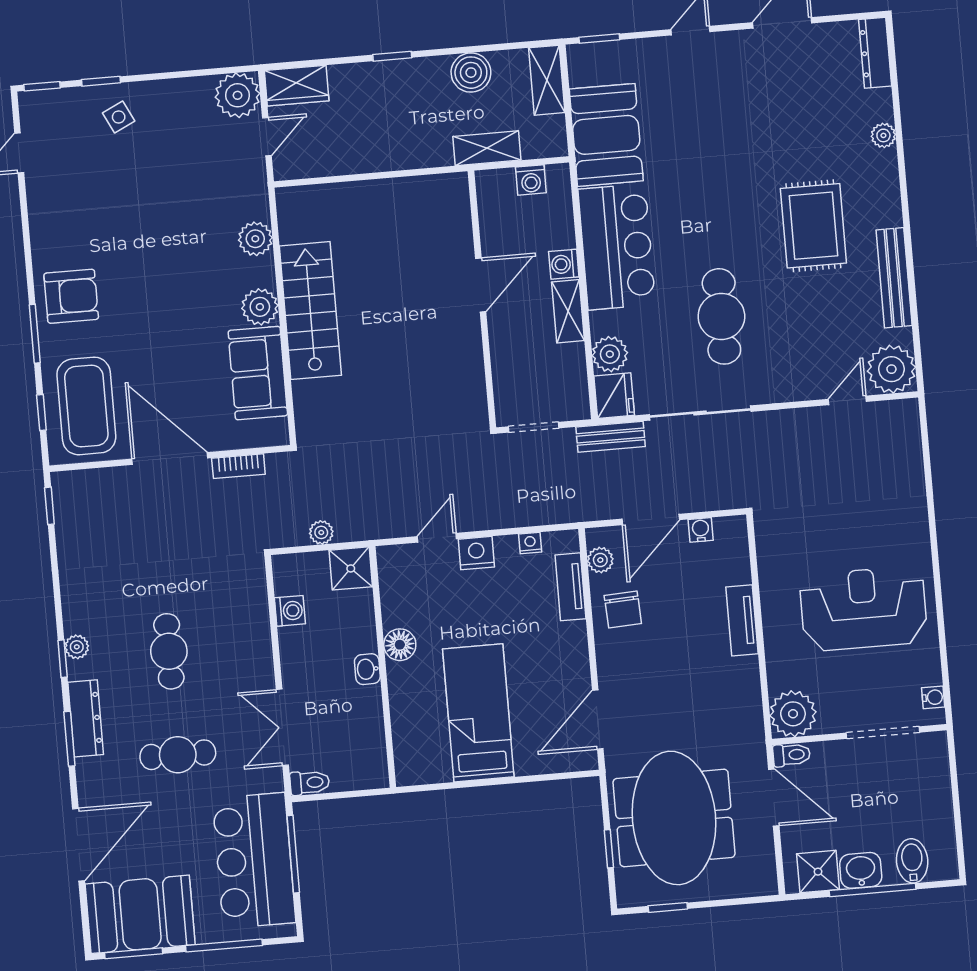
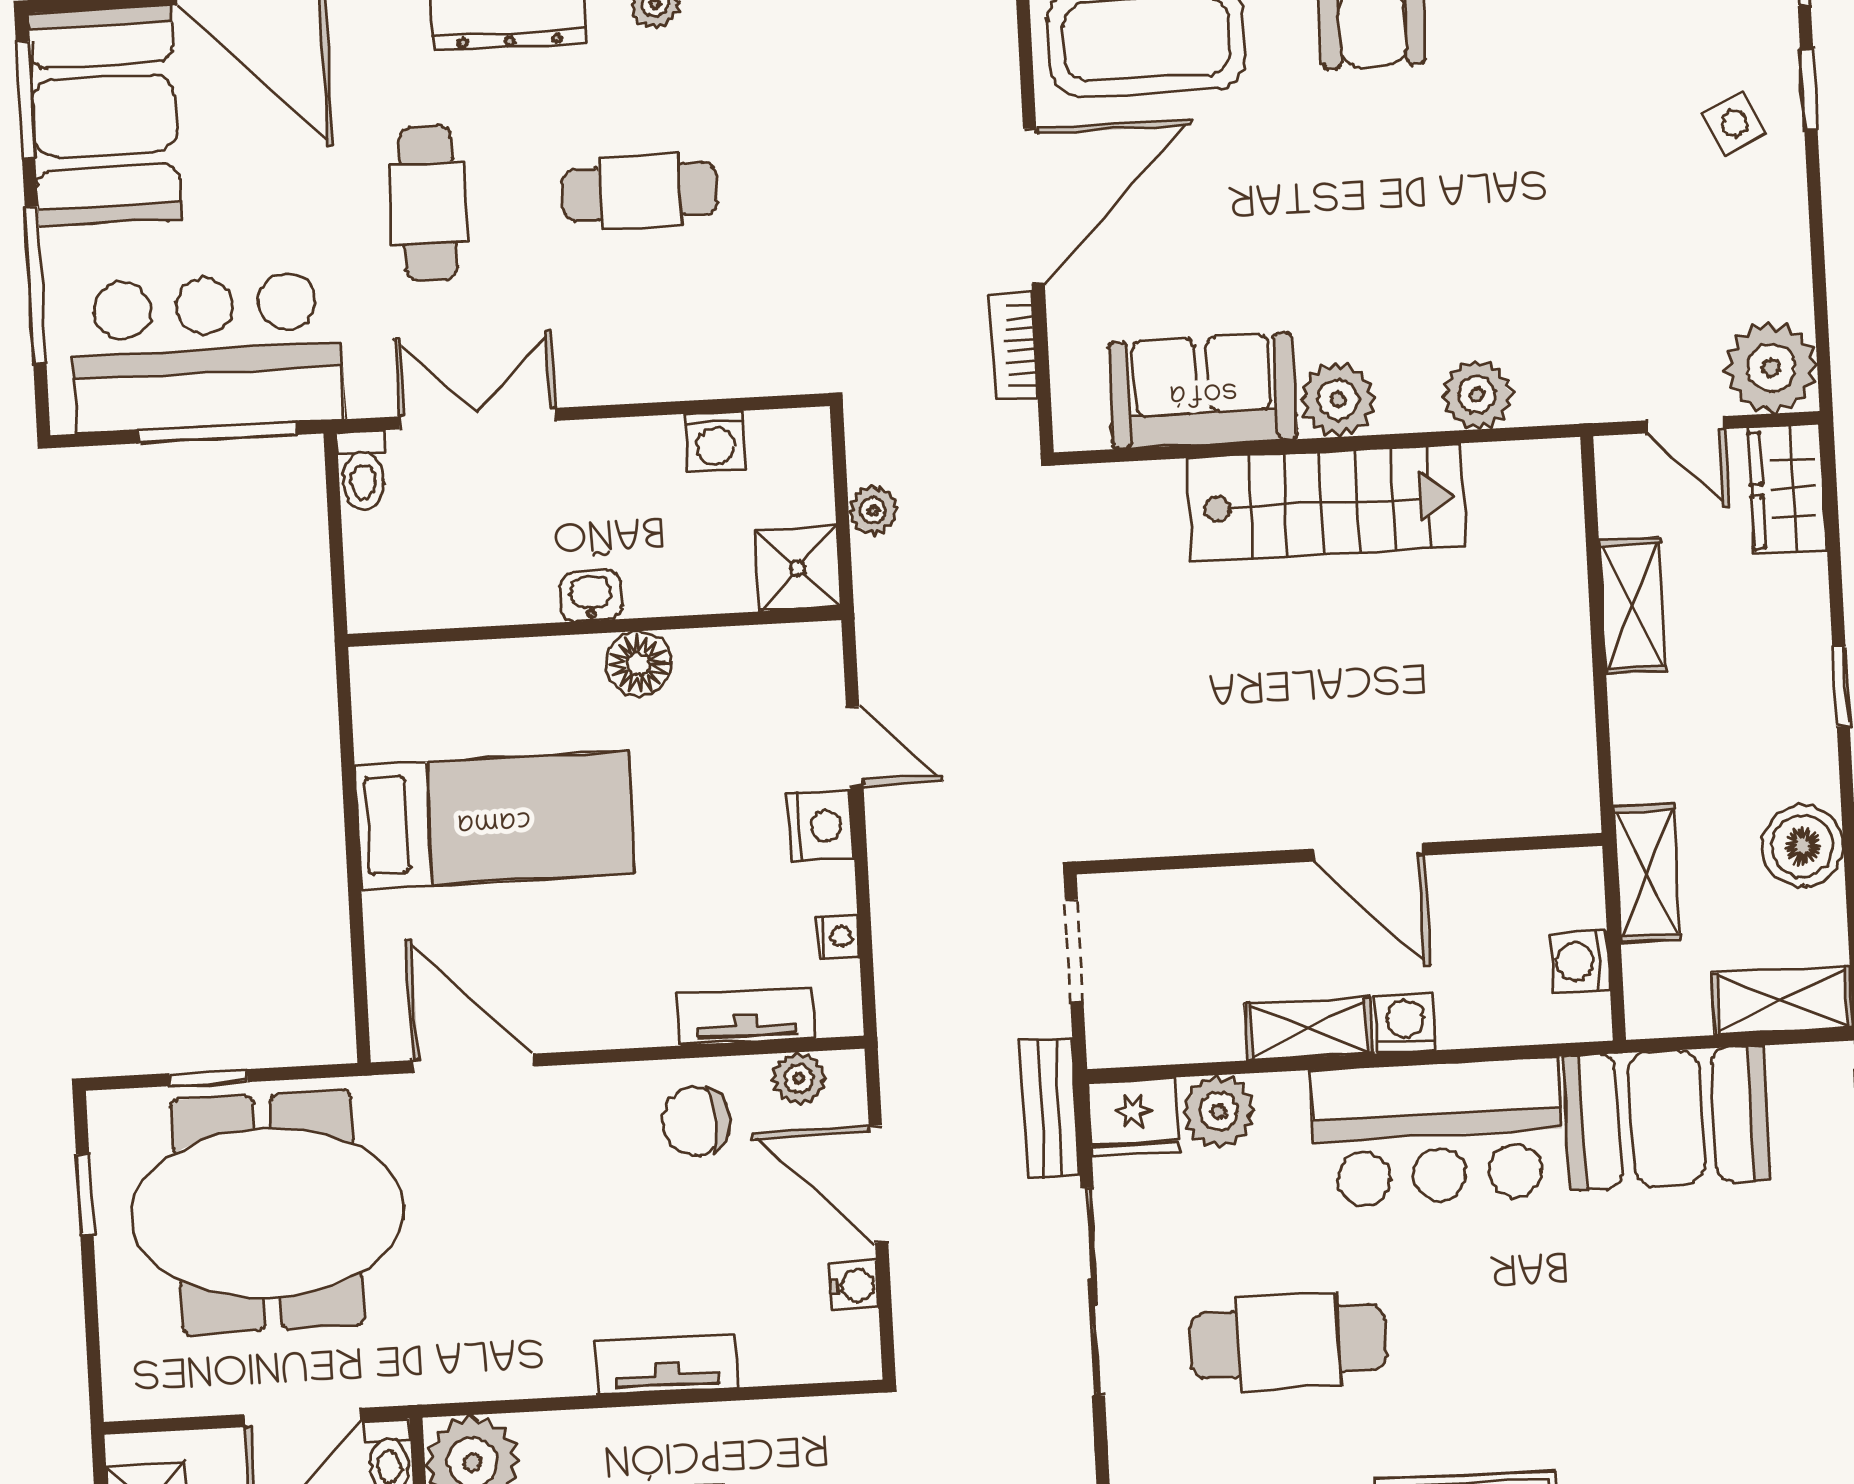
shelving: (356, 159) -> (1633, 606), added

